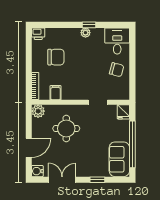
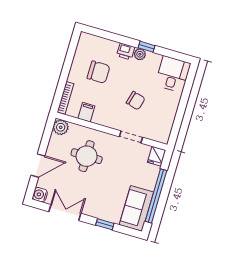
printer: (38, 34) -> (126, 51), moved
chair: (117, 70) -> (136, 101), moved

